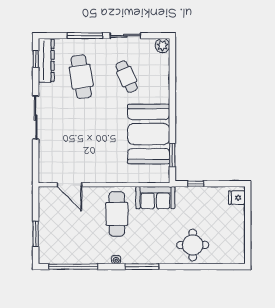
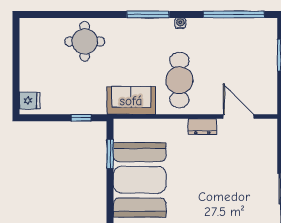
dresser: (98, 177) -> (202, 127), added

